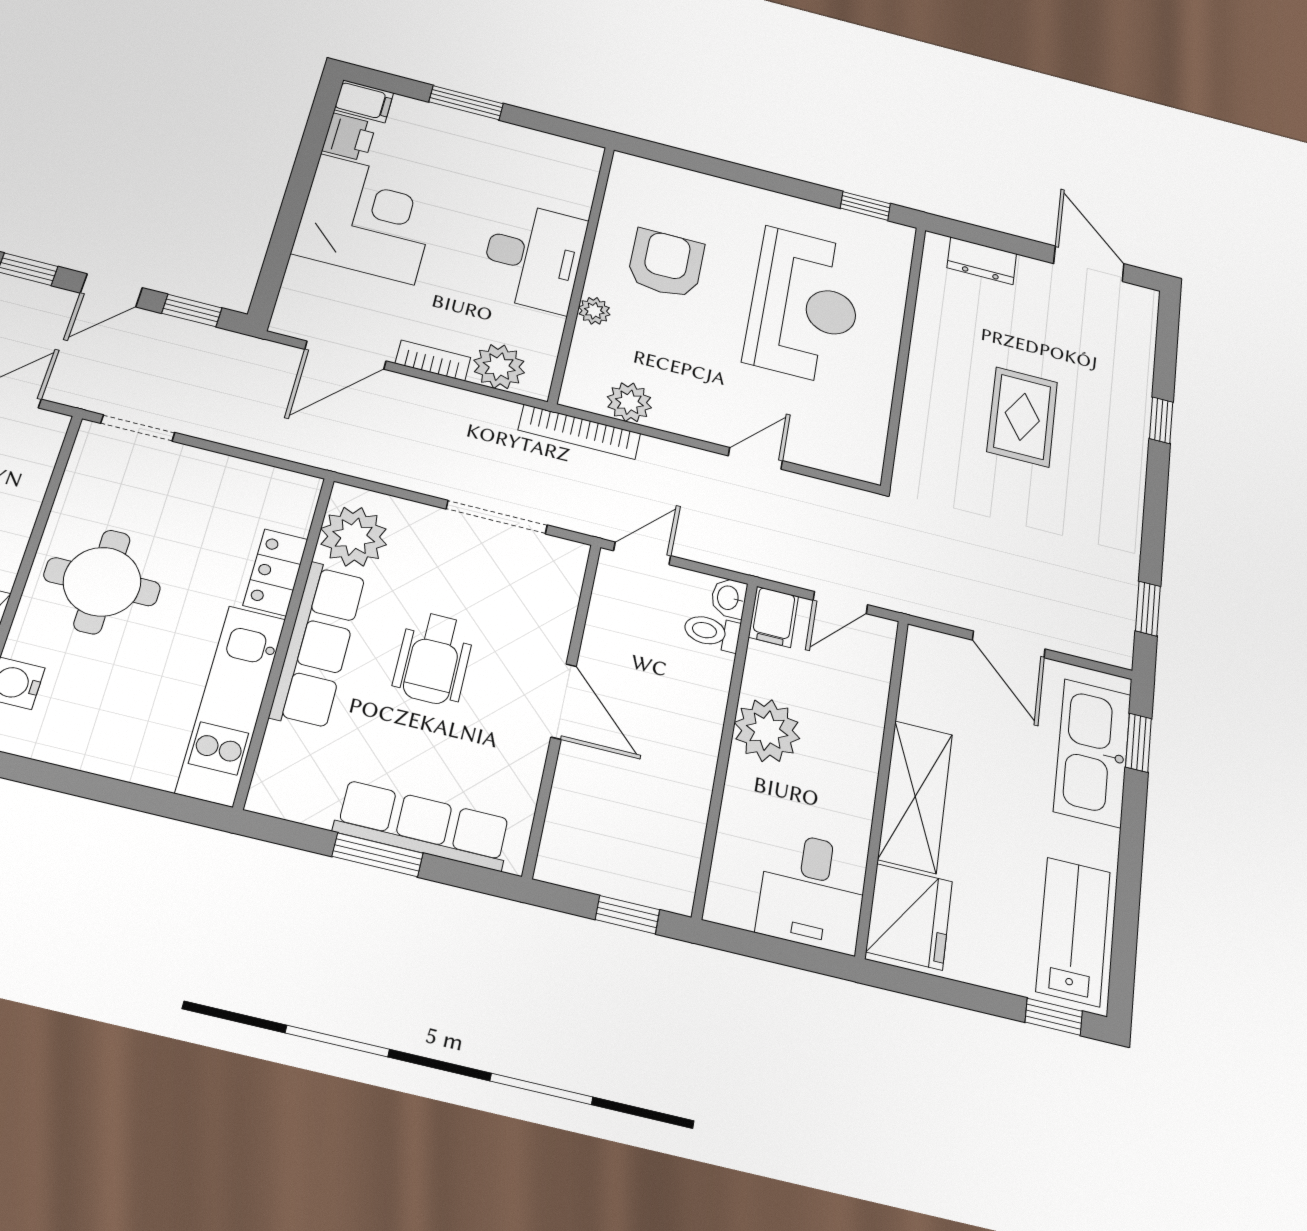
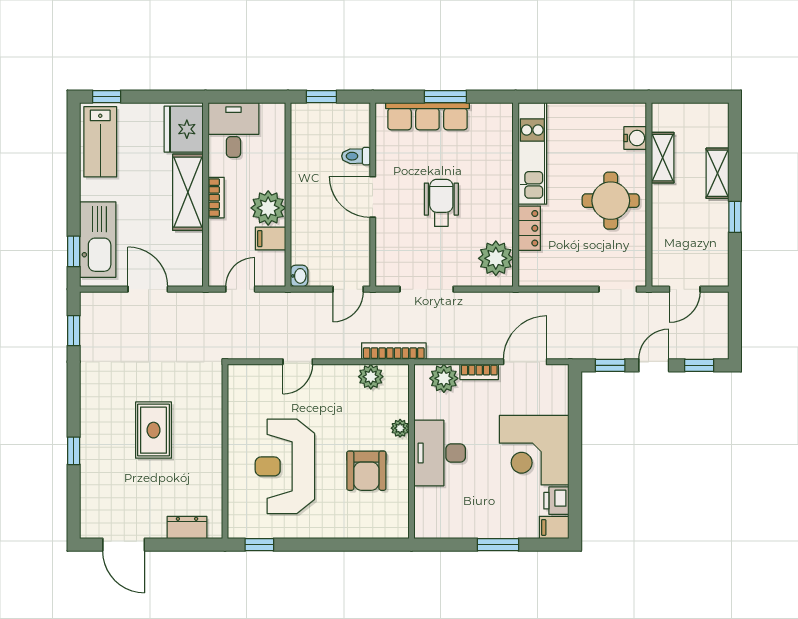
filing cabinet: (774, 617) -> (270, 239), moved, turned -90
toilet: (712, 632) -> (356, 156), moved, turned 180
row of seats: (318, 645) -> (499, 195), removed
bookcase: (863, 773) -> (216, 198), added

